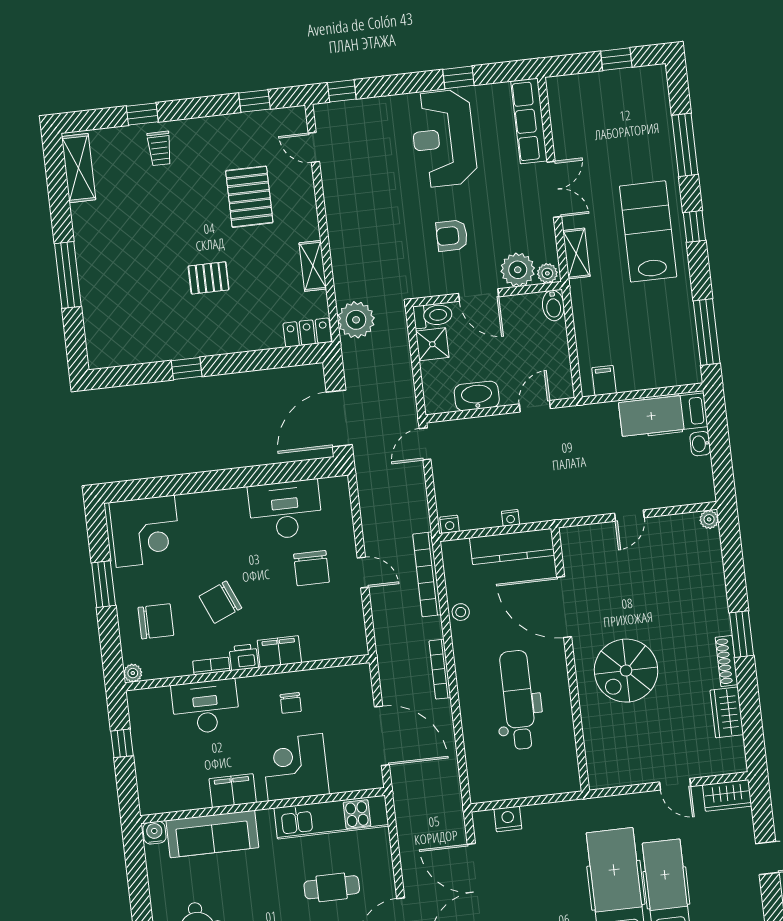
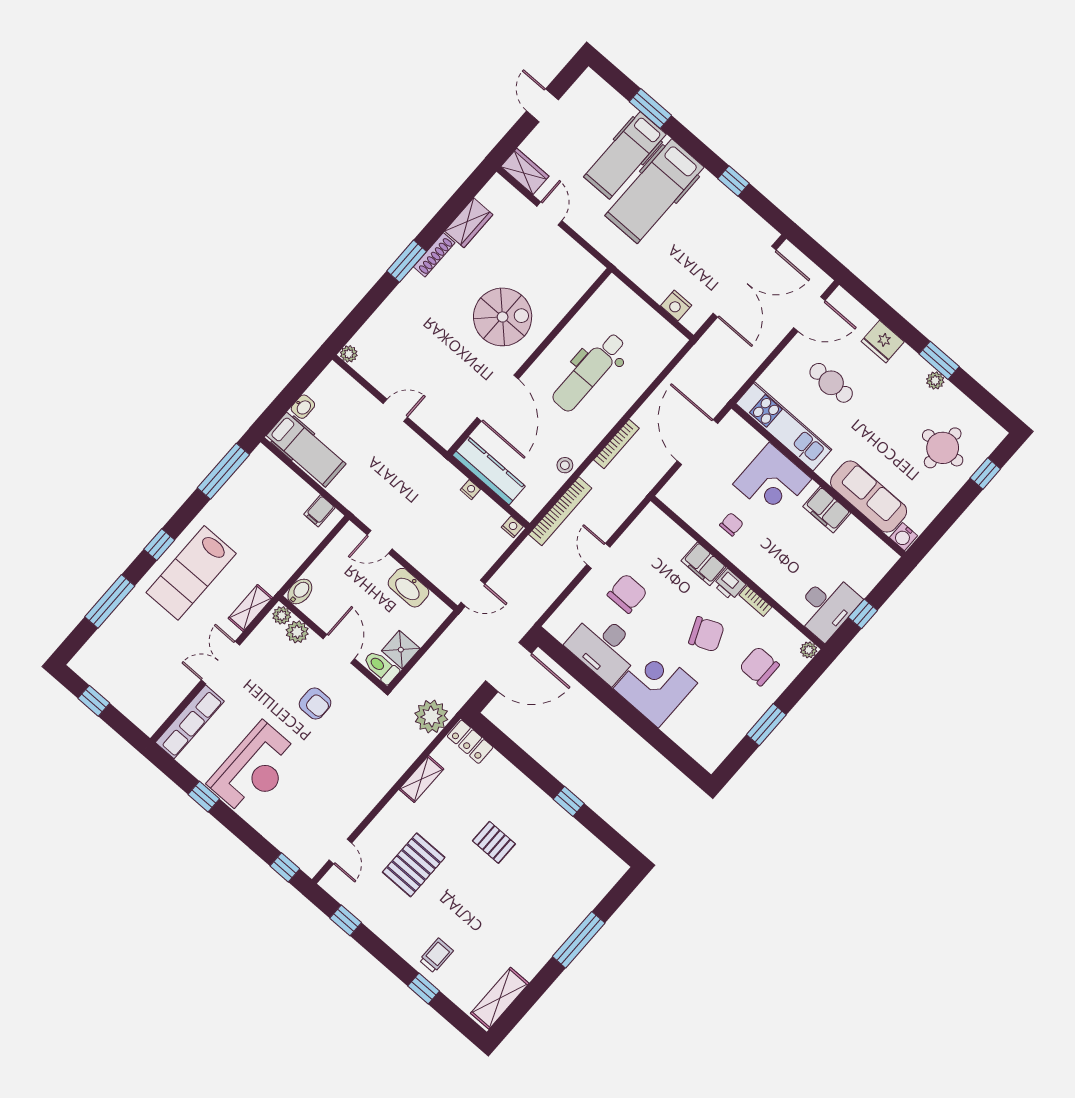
plant: (518, 270) -> (297, 632), width x0.73, depth x0.73
corner desk: (145, 531) -> (655, 686), moved
desk: (206, 707) -> (827, 606), moved, turned -90

